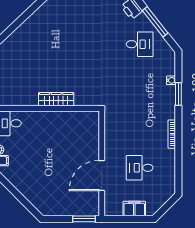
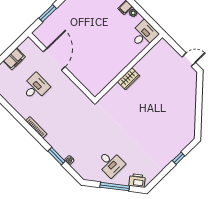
desk: (140, 44) -> (111, 163), turned -90
wardrobe: (56, 99) -> (129, 79), width x0.67
window: (84, 219) -> (48, 13), moved

